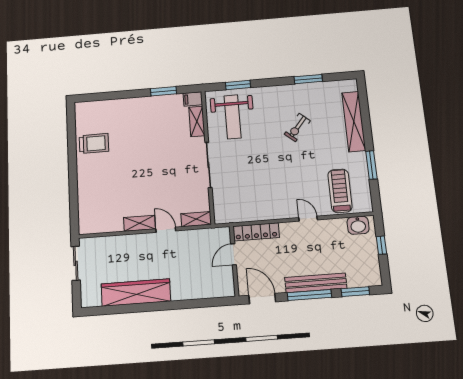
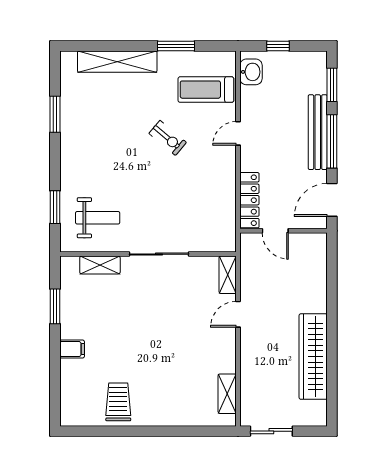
filing cabinet: (193, 99) -> (72, 349), moved, turned -90
weight bench: (233, 117) -> (98, 218), width x0.73, depth x0.75
exercise bike: (297, 127) -> (168, 138), moved
shelving: (139, 223) -> (227, 394), moved

